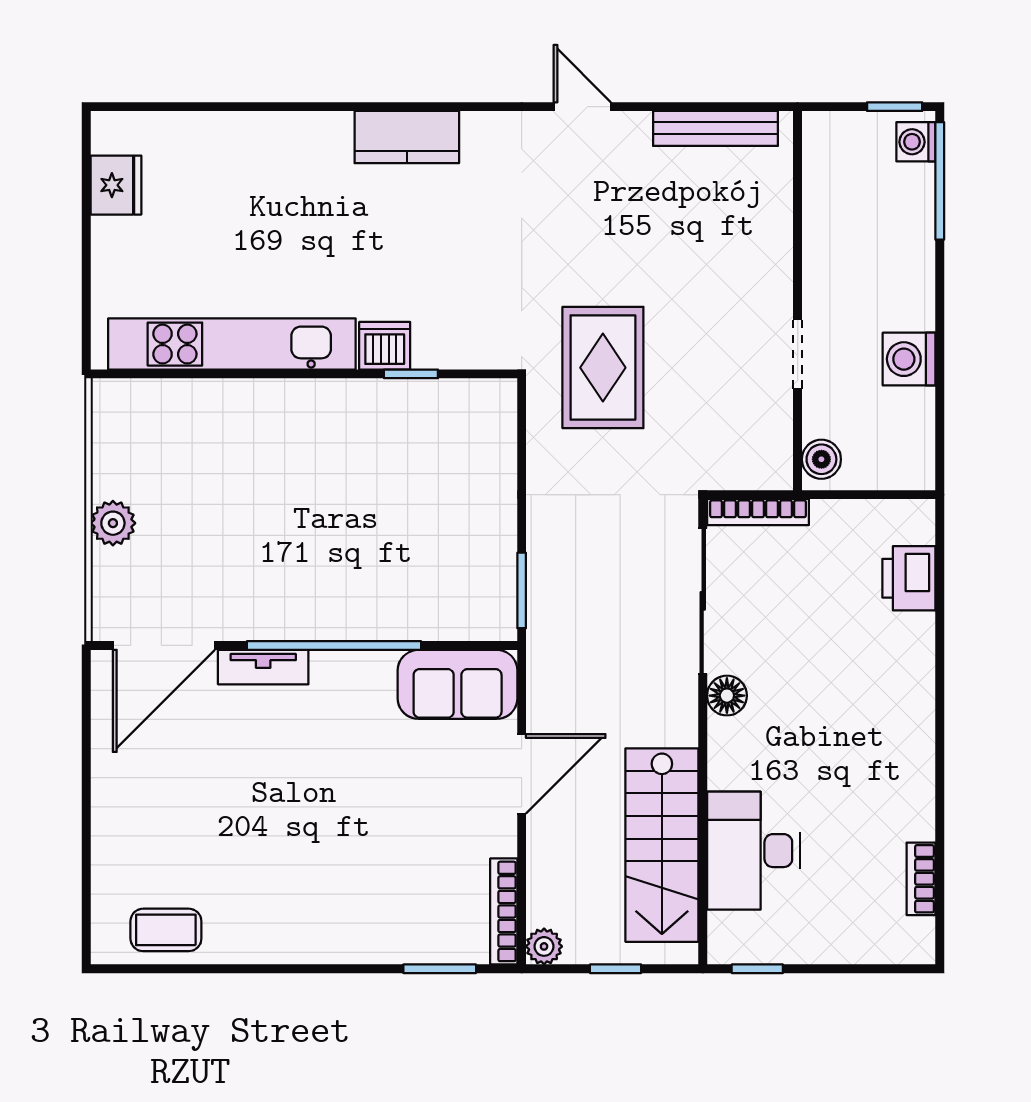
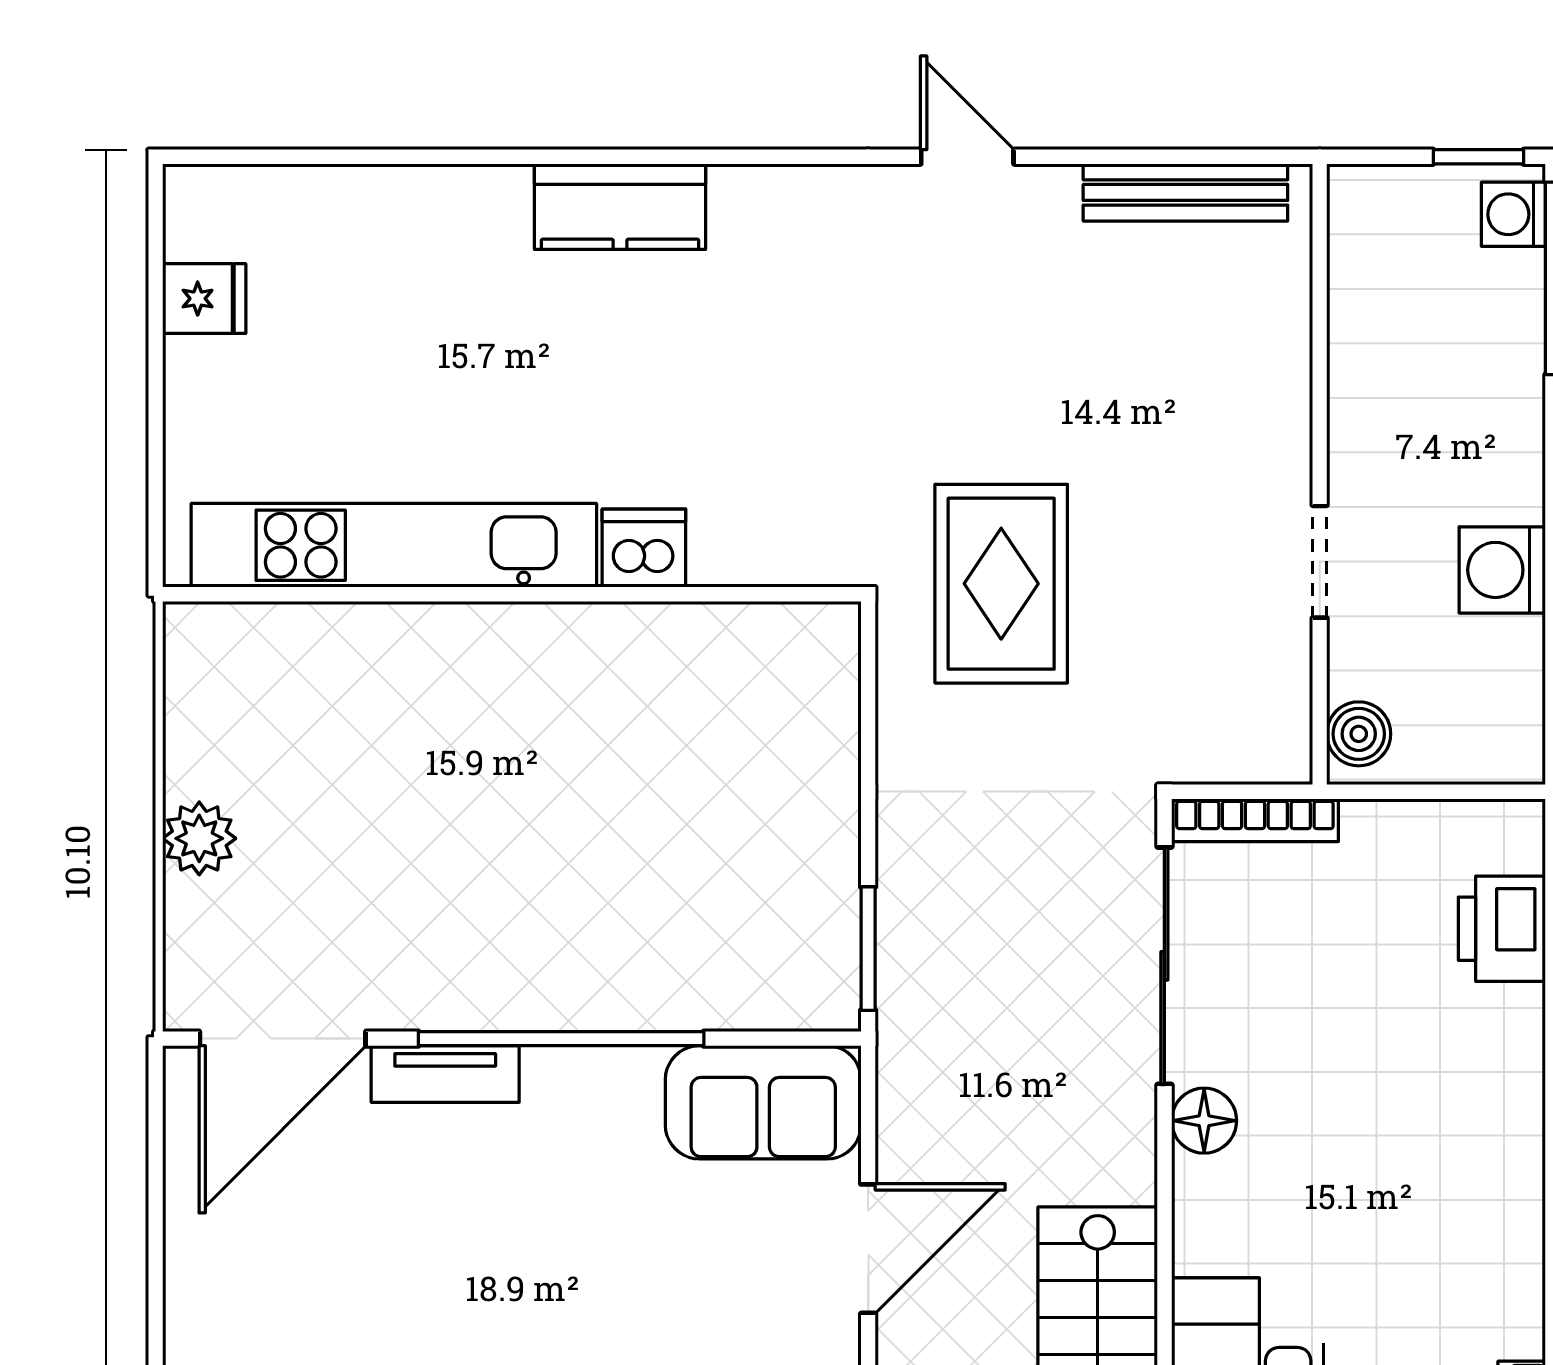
kitchen counter: (407, 137) -> (620, 207), moved
fridge: (116, 185) -> (204, 299), width x0.72
window: (411, 374) -> (687, 594), removed

